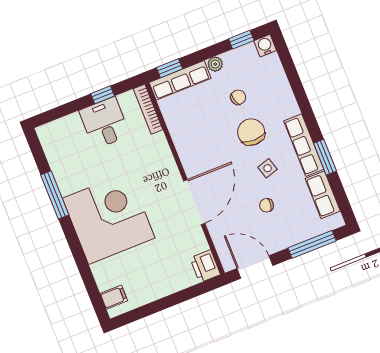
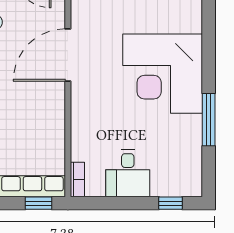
window: (103, 95) -> (171, 203), moved
bookcase: (148, 109) -> (77, 180), width x0.64

